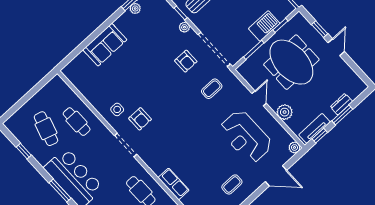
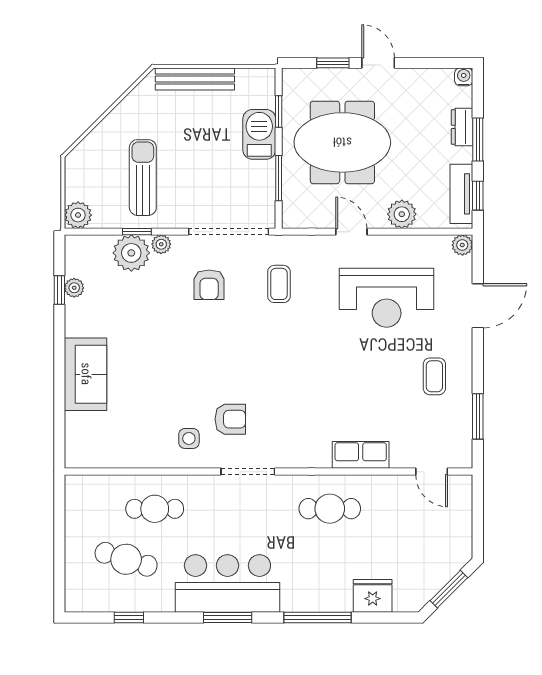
plant: (170, 18) -> (131, 253), added
armchair: (186, 61) -> (209, 285), turned 90
water cooler: (362, 86) -> (464, 77), added

